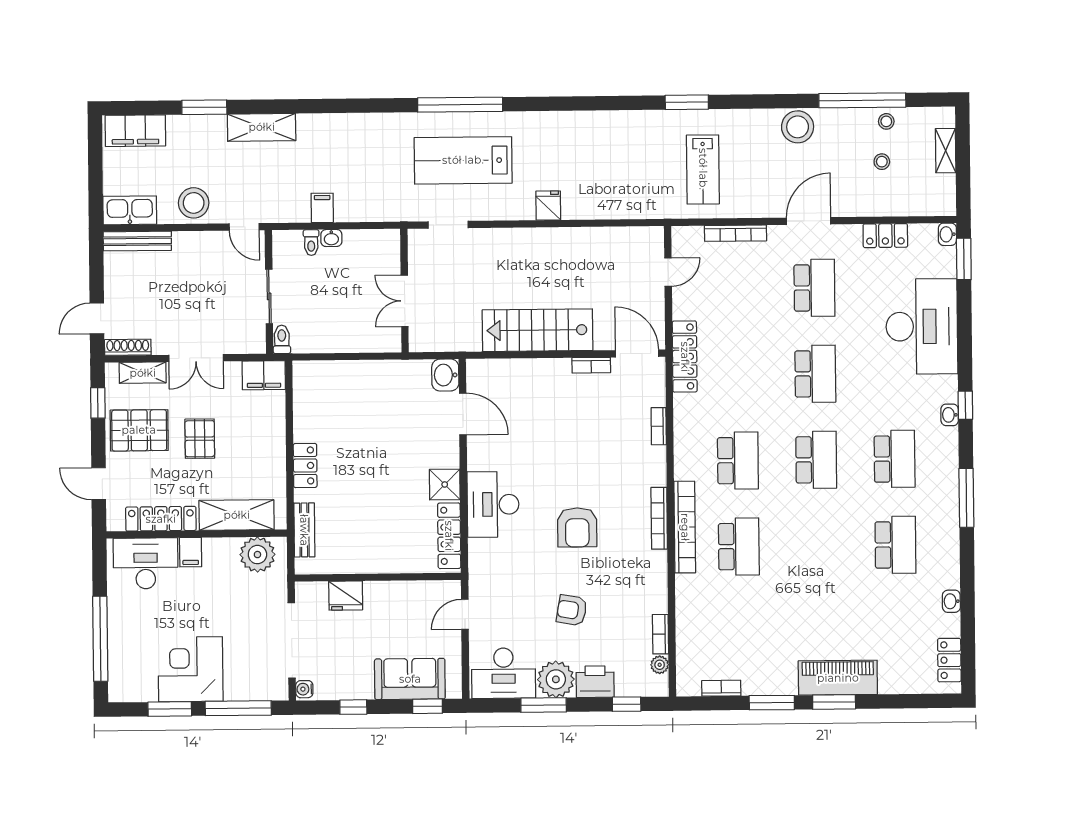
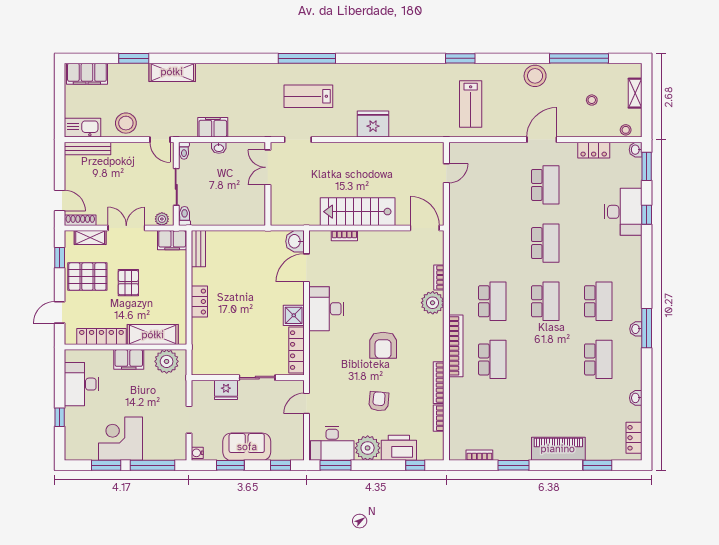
stool: (886, 121) -> (626, 130), moved
lab bench: (463, 160) -> (308, 96), width x0.73, depth x0.72
fridge: (548, 206) -> (373, 124), width x1.88, depth x1.34
filing cabinet: (322, 208) -> (213, 127), width x2.00
bookcase: (736, 233) -> (492, 147), removed
toilet: (311, 243) -> (184, 151), moved
double door: (405, 301) -> (268, 167), moved
door: (97, 318) -> (60, 200), swing flipped
desk: (922, 326) -> (623, 212), width x0.73, depth x0.77
plant: (248, 344) -> (162, 219), added
locker: (685, 357) -> (457, 230), removed
double door: (196, 358) -> (126, 228), swing flipped
bookcase: (591, 365) -> (344, 236), moved
window: (965, 405) -> (647, 215), moved
door: (463, 414) -> (306, 268), swing flipped
washbasin: (950, 415) -> (636, 329), moved
door: (99, 484) -> (60, 312), hinge flipped
desk: (493, 504) -> (326, 309), moved
bookcase: (659, 518) -> (439, 383), moved
bench: (304, 530) -> (198, 249), moved
filing cabinet: (191, 552) -> (129, 359), width x2.00
desk: (146, 563) -> (82, 384), moved, turned -90
sliding door: (392, 577) -> (257, 378), added
armchair: (572, 610) -> (379, 401), turned 85
window: (100, 639) -> (60, 417), width x0.32
doorway: (292, 640) -> (189, 420), width x0.53
plant: (660, 665) -> (433, 303), moved, width x1.88, depth x1.88
sofa: (410, 679) -> (247, 447), moved
printer: (595, 682) -> (399, 448), width x1.37, depth x1.19
window: (834, 702) -> (597, 465), moved
window: (544, 705) -> (335, 465), moved
window: (353, 707) -> (230, 465), width x1.50

